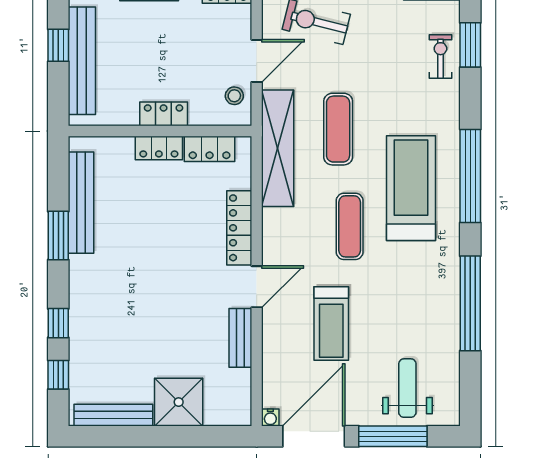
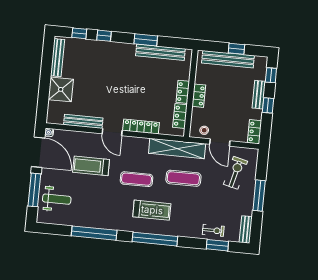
treadmill: (411, 188) -> (152, 210), width x0.73, depth x0.73
bench: (240, 338) -> (83, 121), width x1.36

